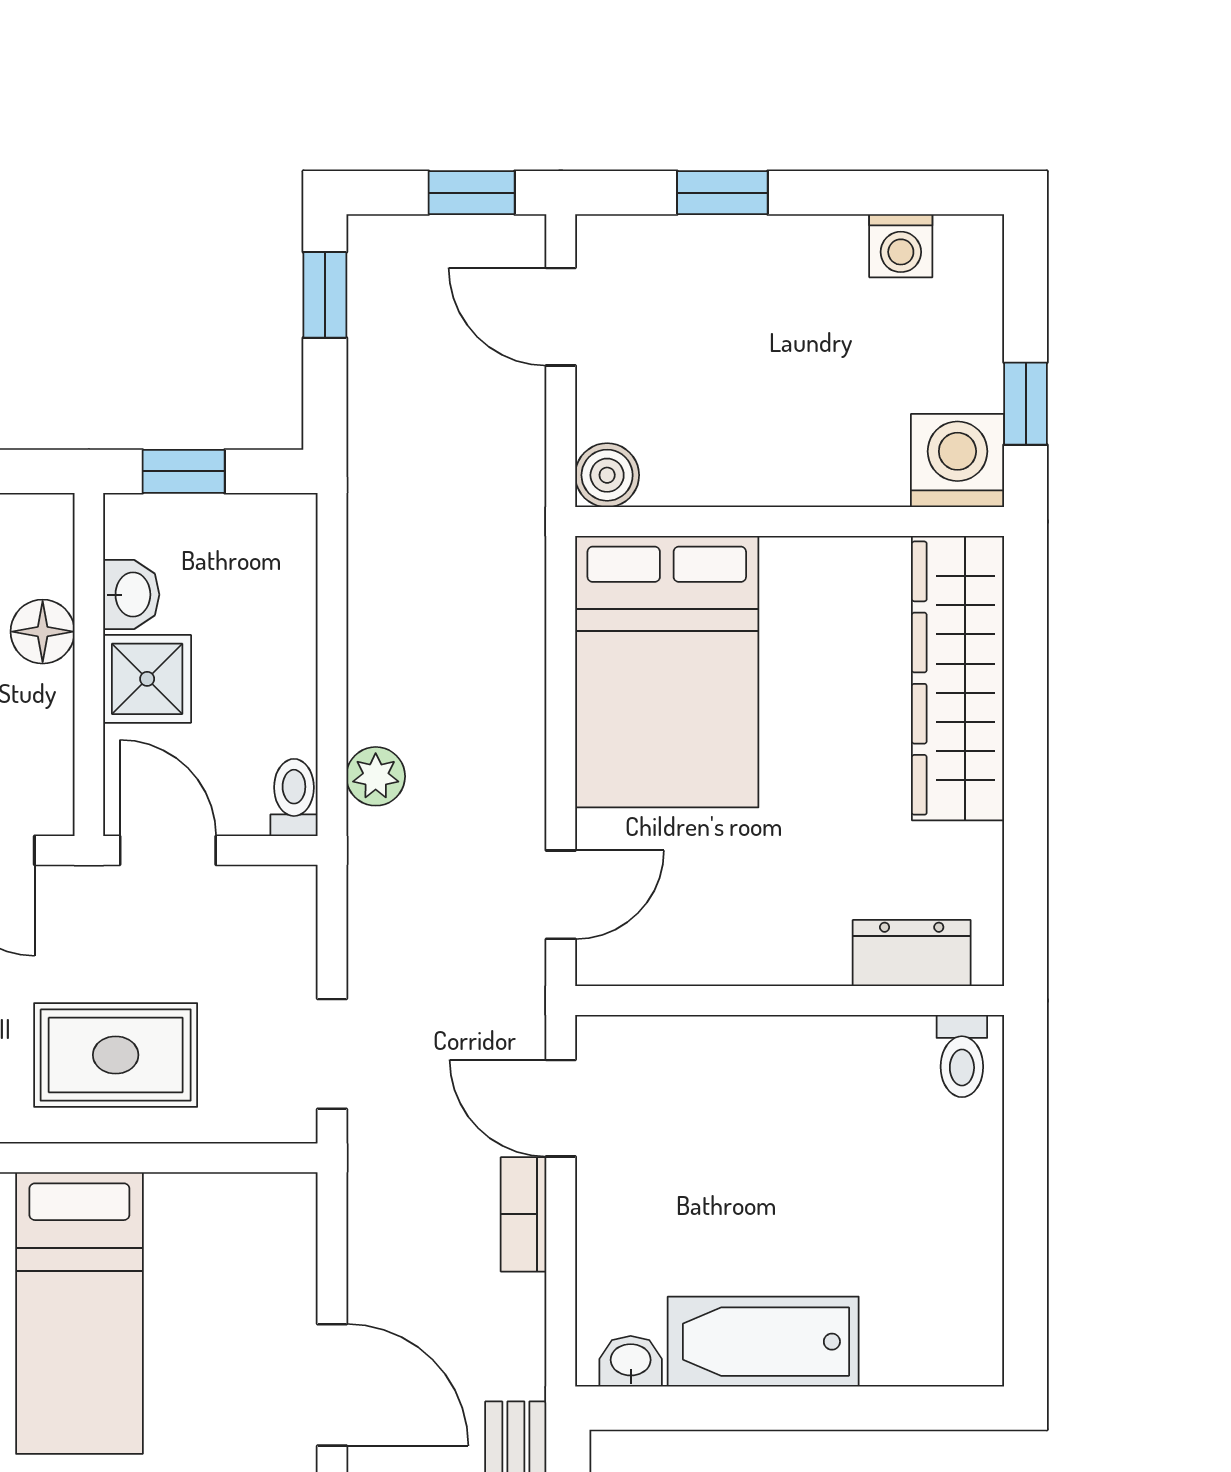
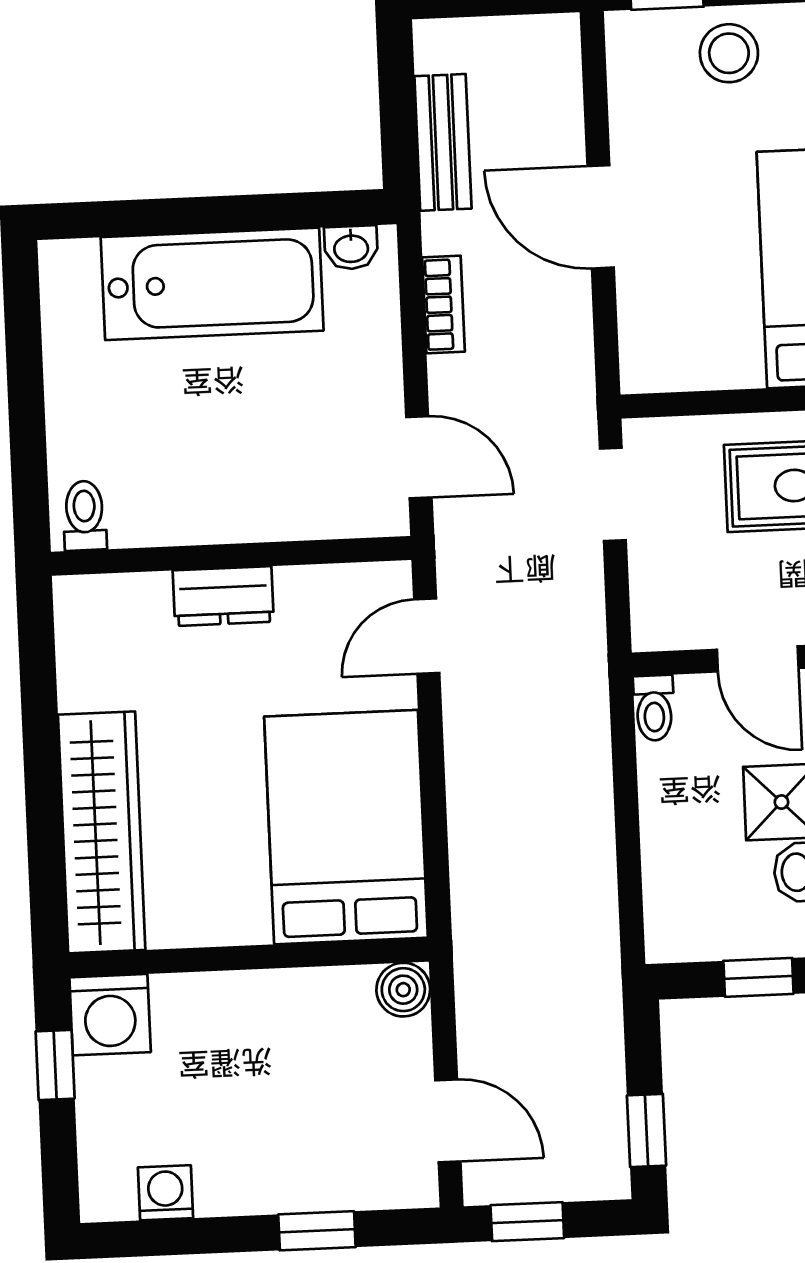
plant: (376, 776) -> (586, 729), removed
dresser: (912, 953) -> (223, 596), moved
bookcase: (524, 1214) -> (444, 305), moved
bathtub: (763, 1342) -> (212, 284), width x1.36, depth x1.36

